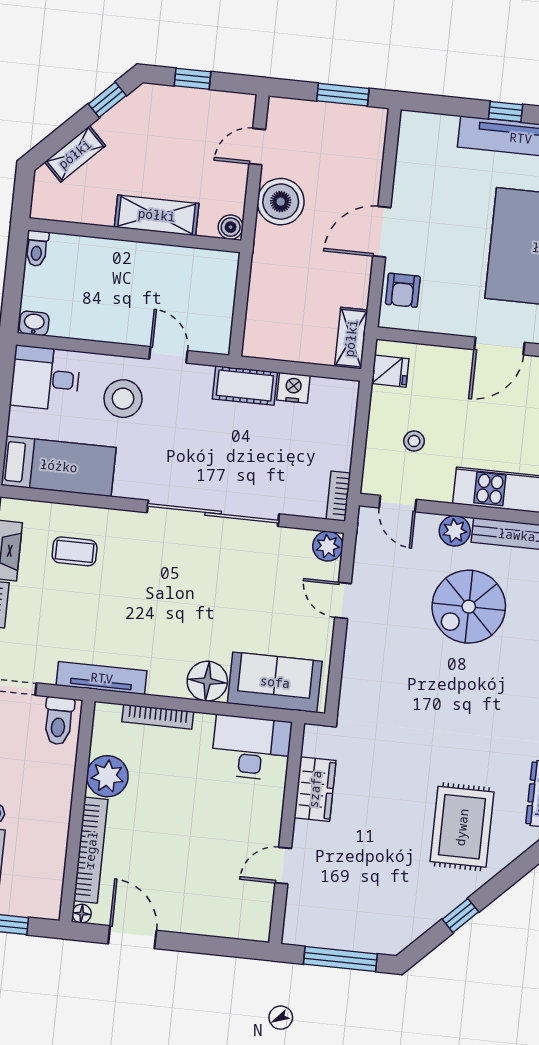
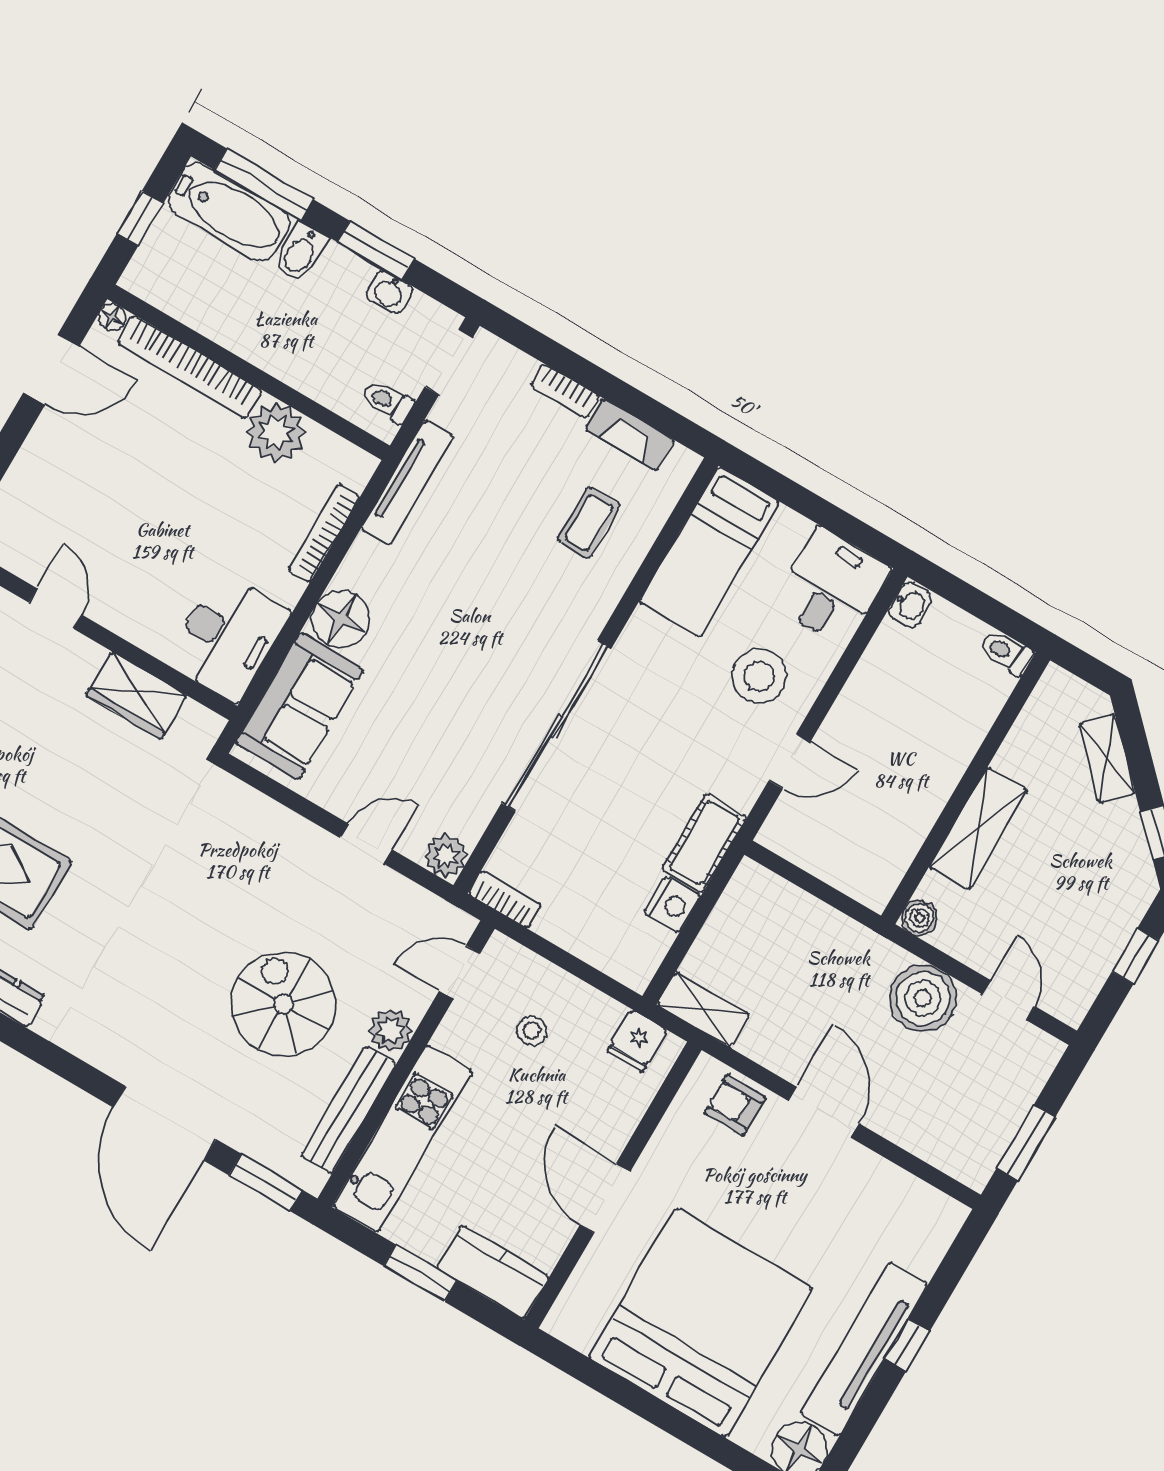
toilet: (59, 721) -> (388, 401), width x0.73, depth x0.72

